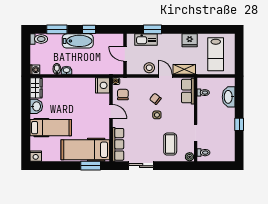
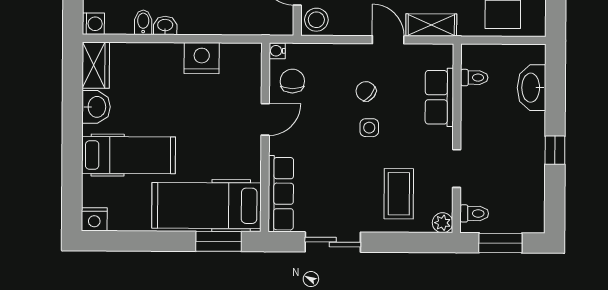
stool: (149, 68) -> (316, 20), moved
nightstand: (102, 85) -> (202, 58), moved, turned -90
row of seats: (188, 91) -> (439, 97), moved
door: (111, 112) -> (265, 119), hinge flipped
window: (215, 166) -> (500, 243), added

